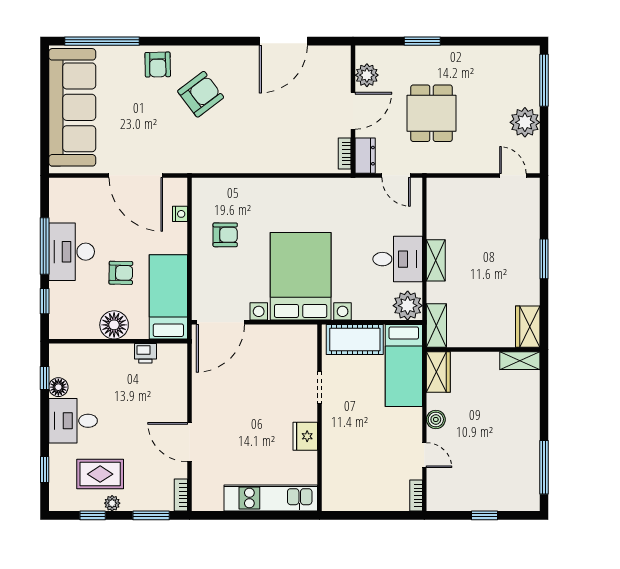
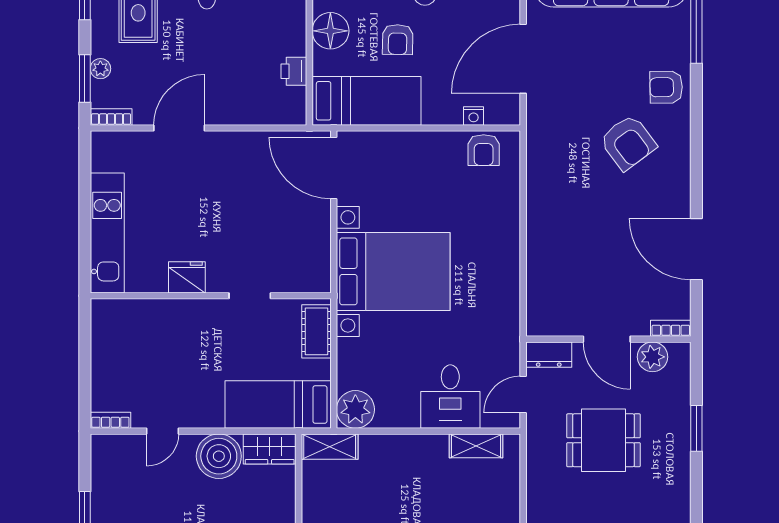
bookcase: (345, 153) -> (671, 328), moved
armchair: (225, 235) -> (484, 150), moved
desk: (398, 259) -> (450, 397), moved
shelving: (436, 260) -> (476, 446), moved
cot: (355, 340) -> (317, 331), width x0.73, depth x0.75
boiler: (436, 419) -> (219, 456), width x1.86, depth x1.86
plant: (112, 503) -> (100, 69), moved

